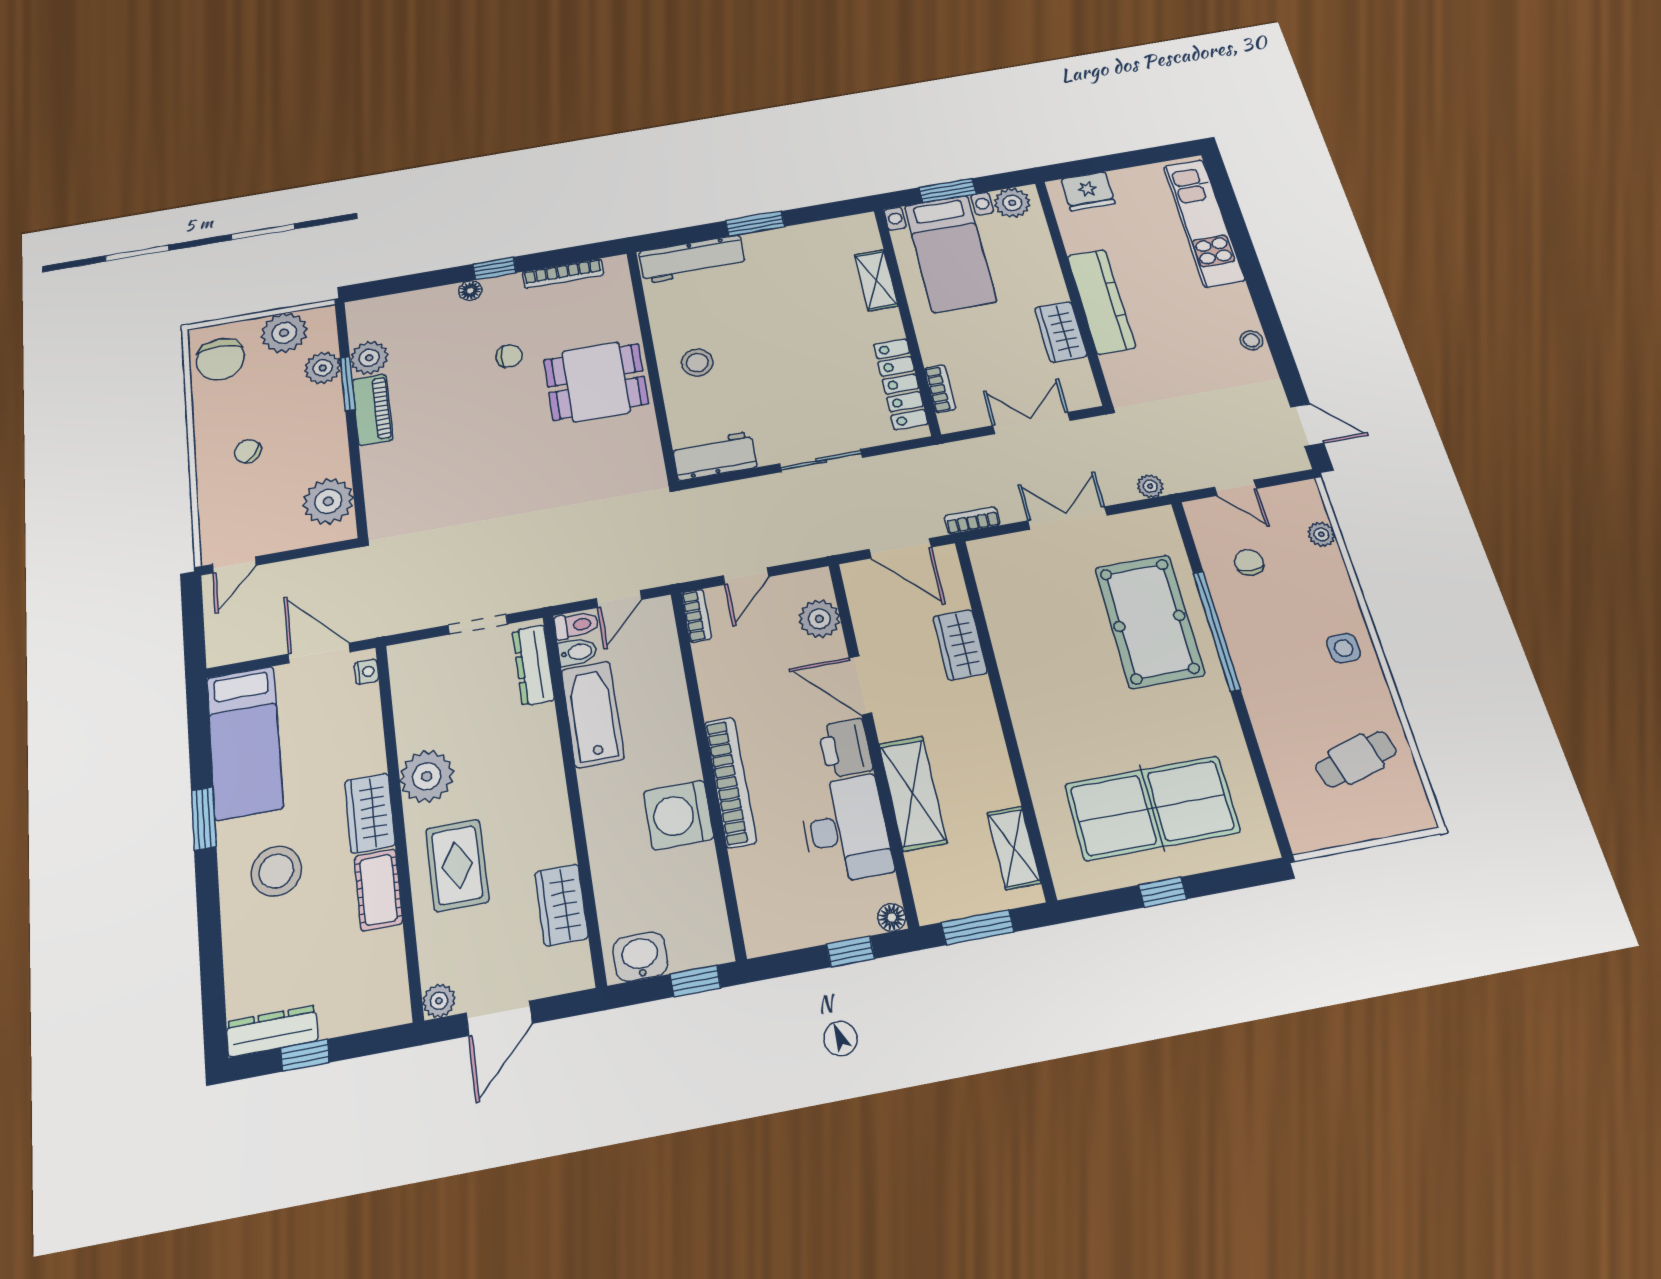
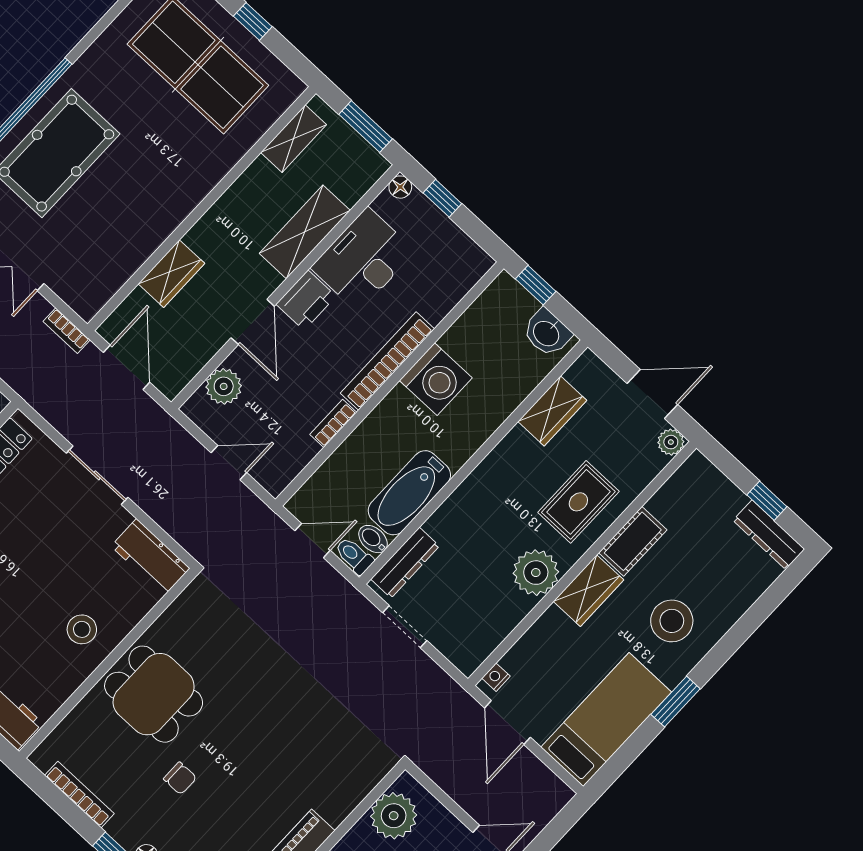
chair: (509, 356) -> (180, 778), turned 180
bookcase: (696, 616) -> (333, 423), moved

